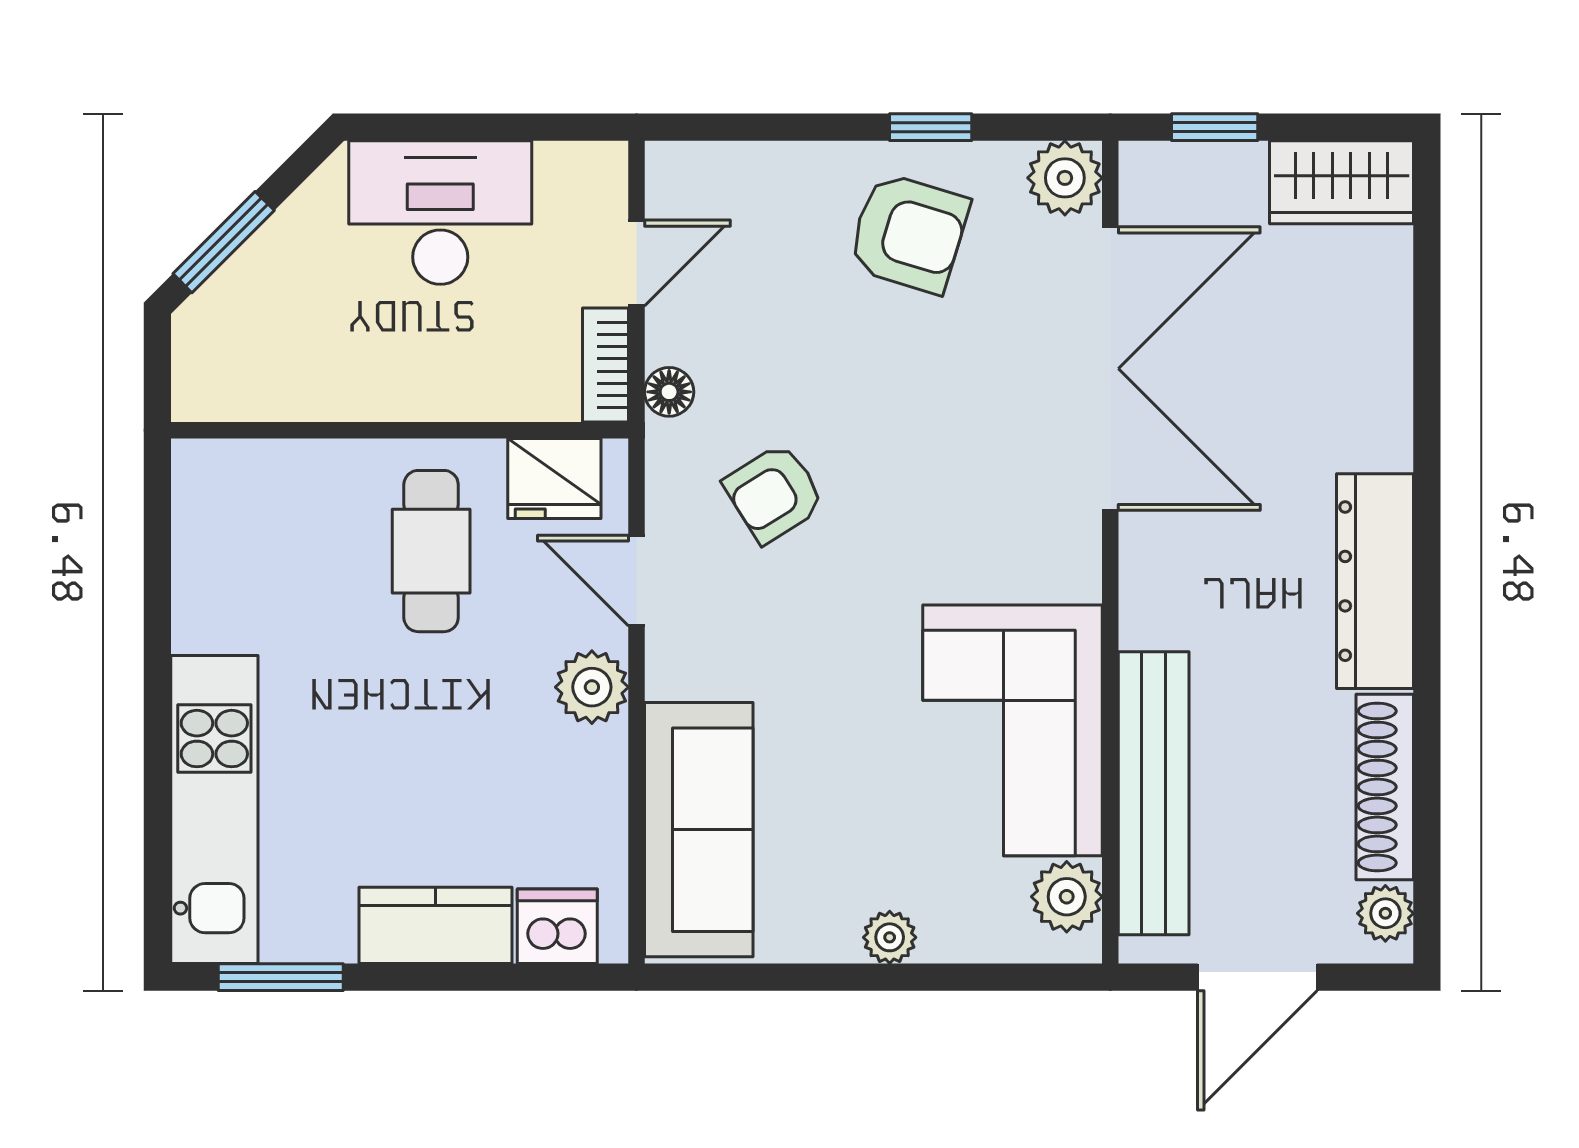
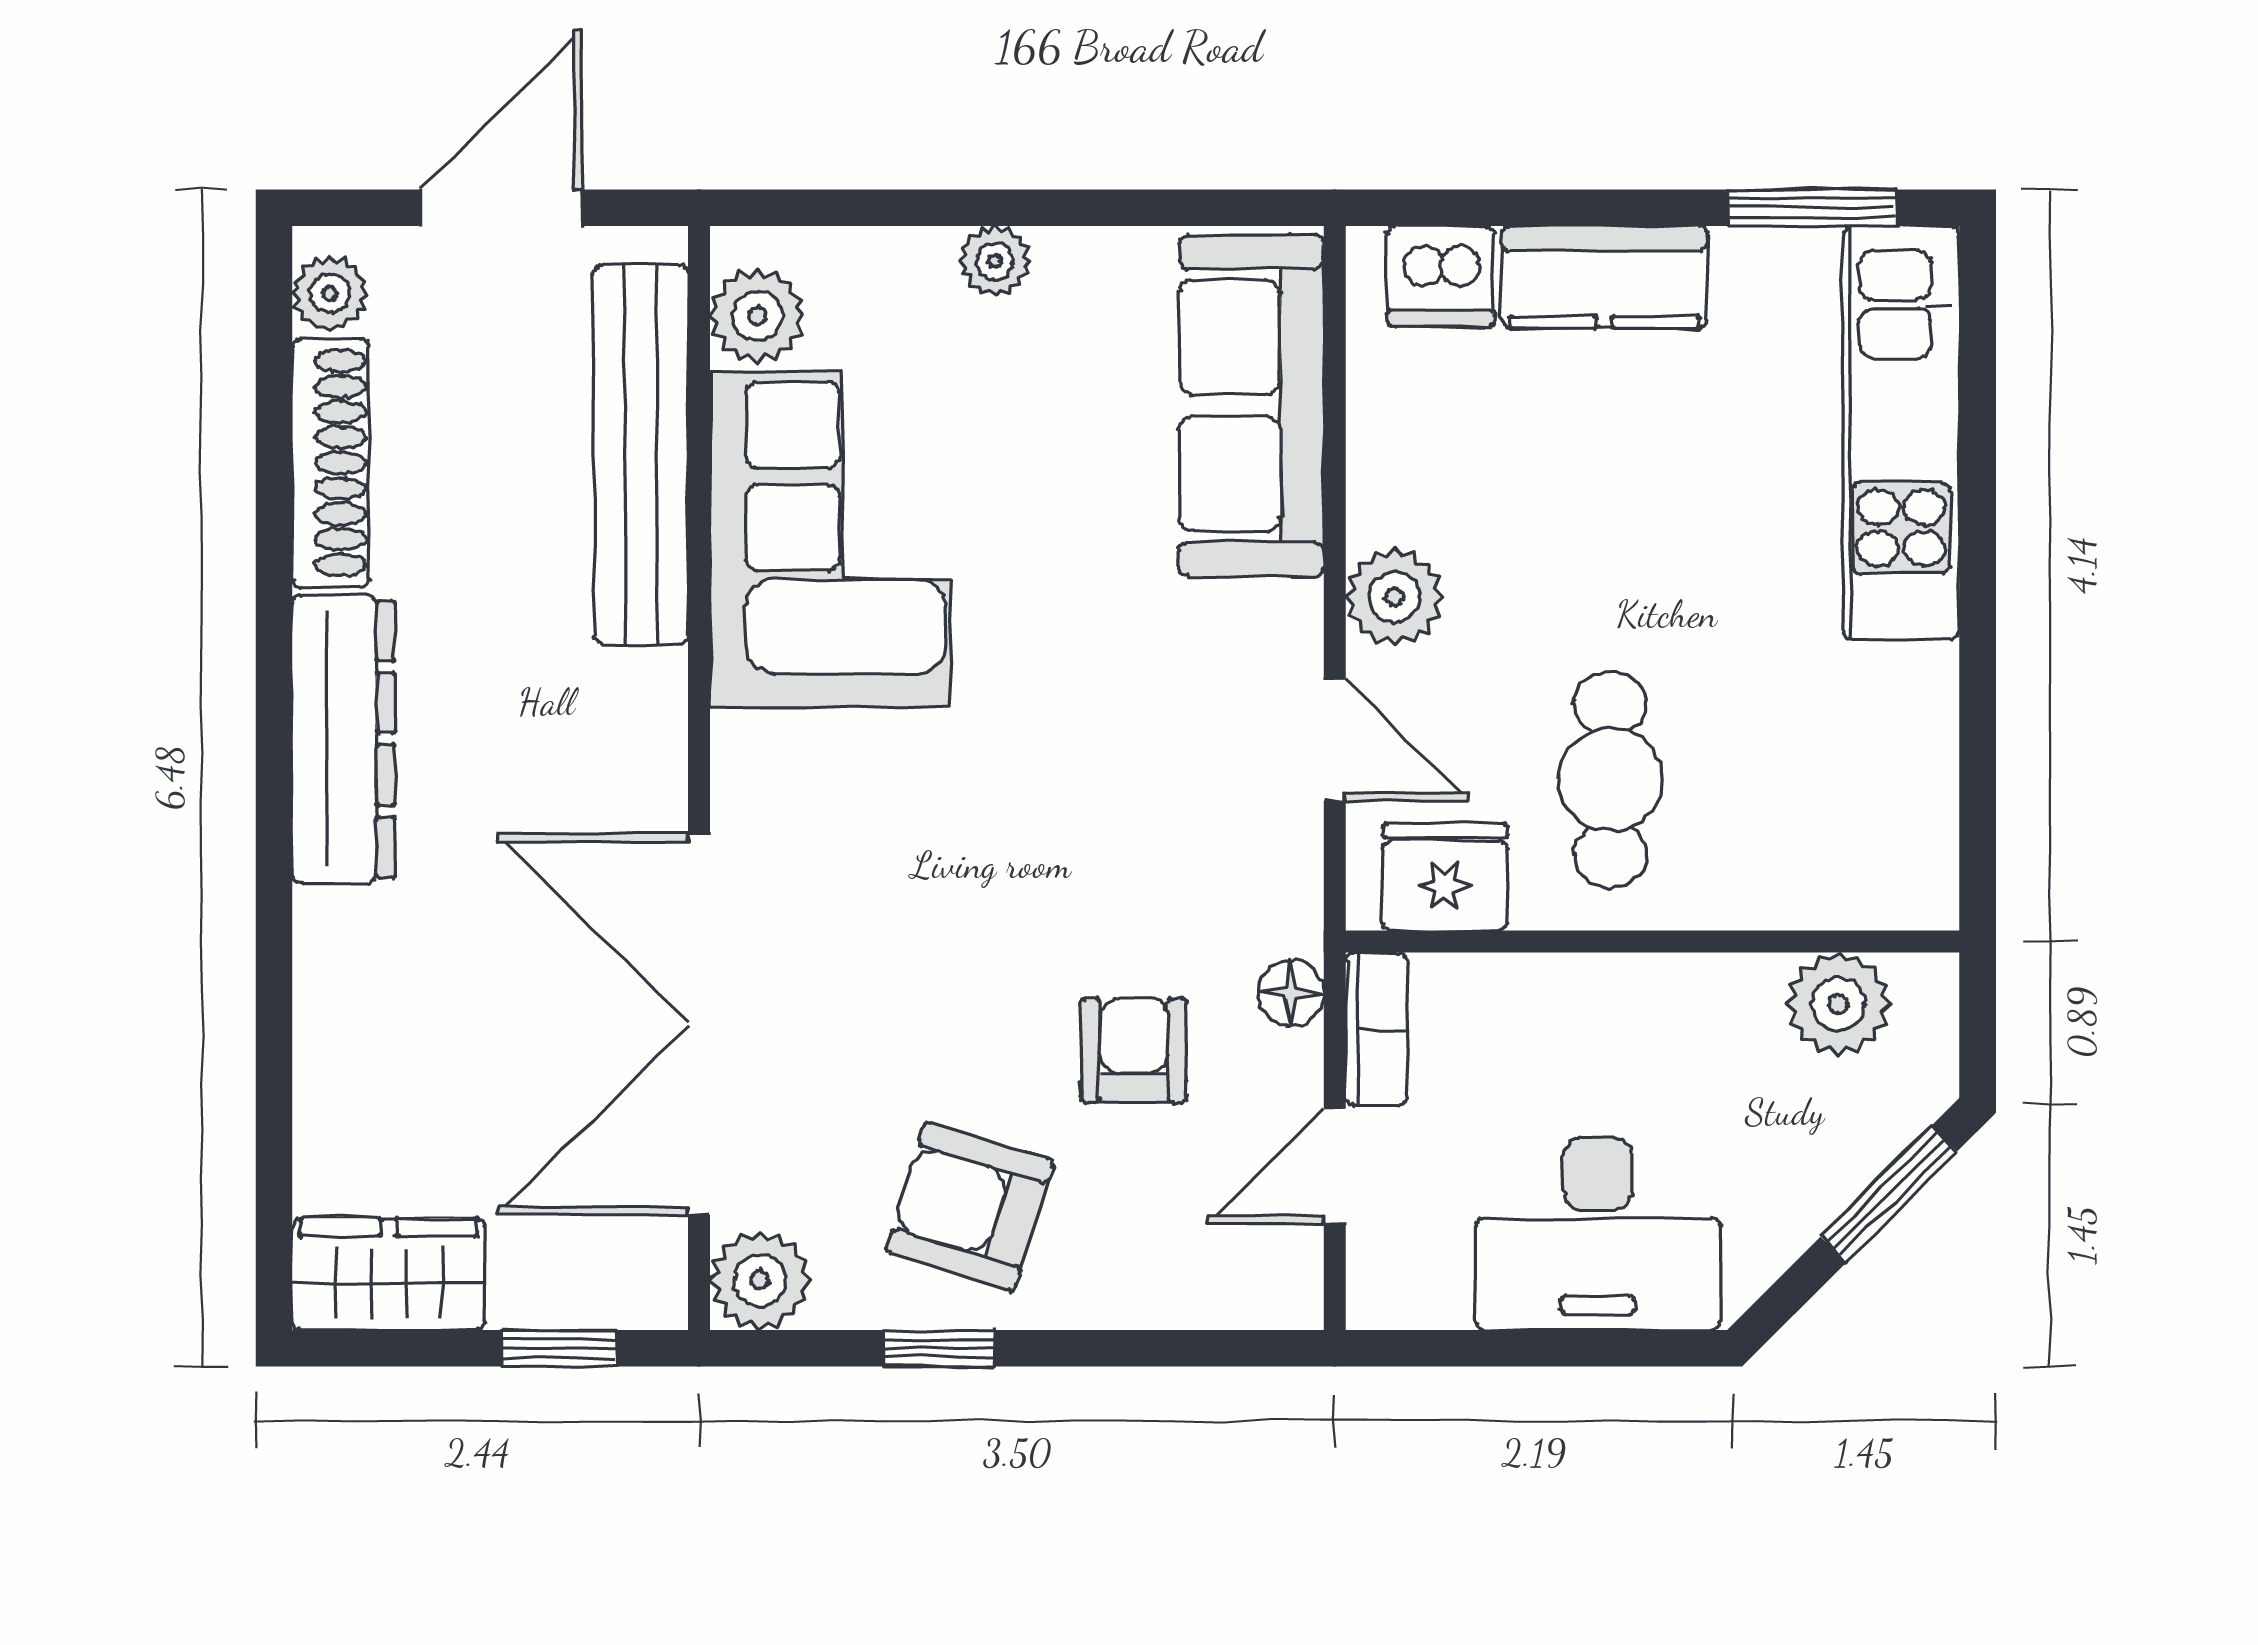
plant: (261, 384) -> (1838, 1004), added
armchair: (774, 493) -> (1134, 1050), moved, turned -58

